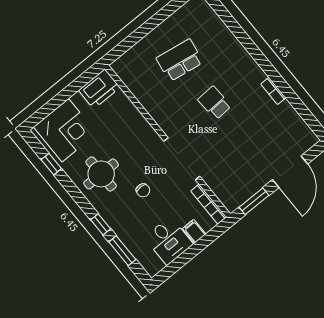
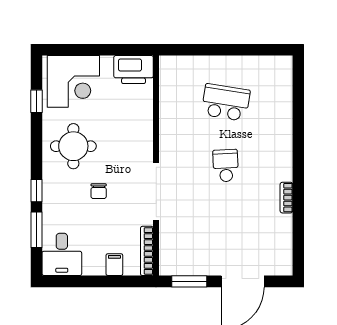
desk: (169, 241) -> (62, 254), moved

